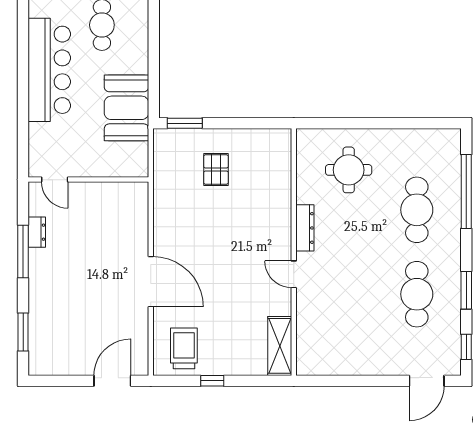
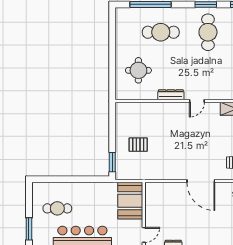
booth: (126, 108) -> (130, 201), moved, turned 90
door: (151, 282) -> (201, 181), swing flipped
cafe table: (417, 294) -> (208, 32), turned 90

